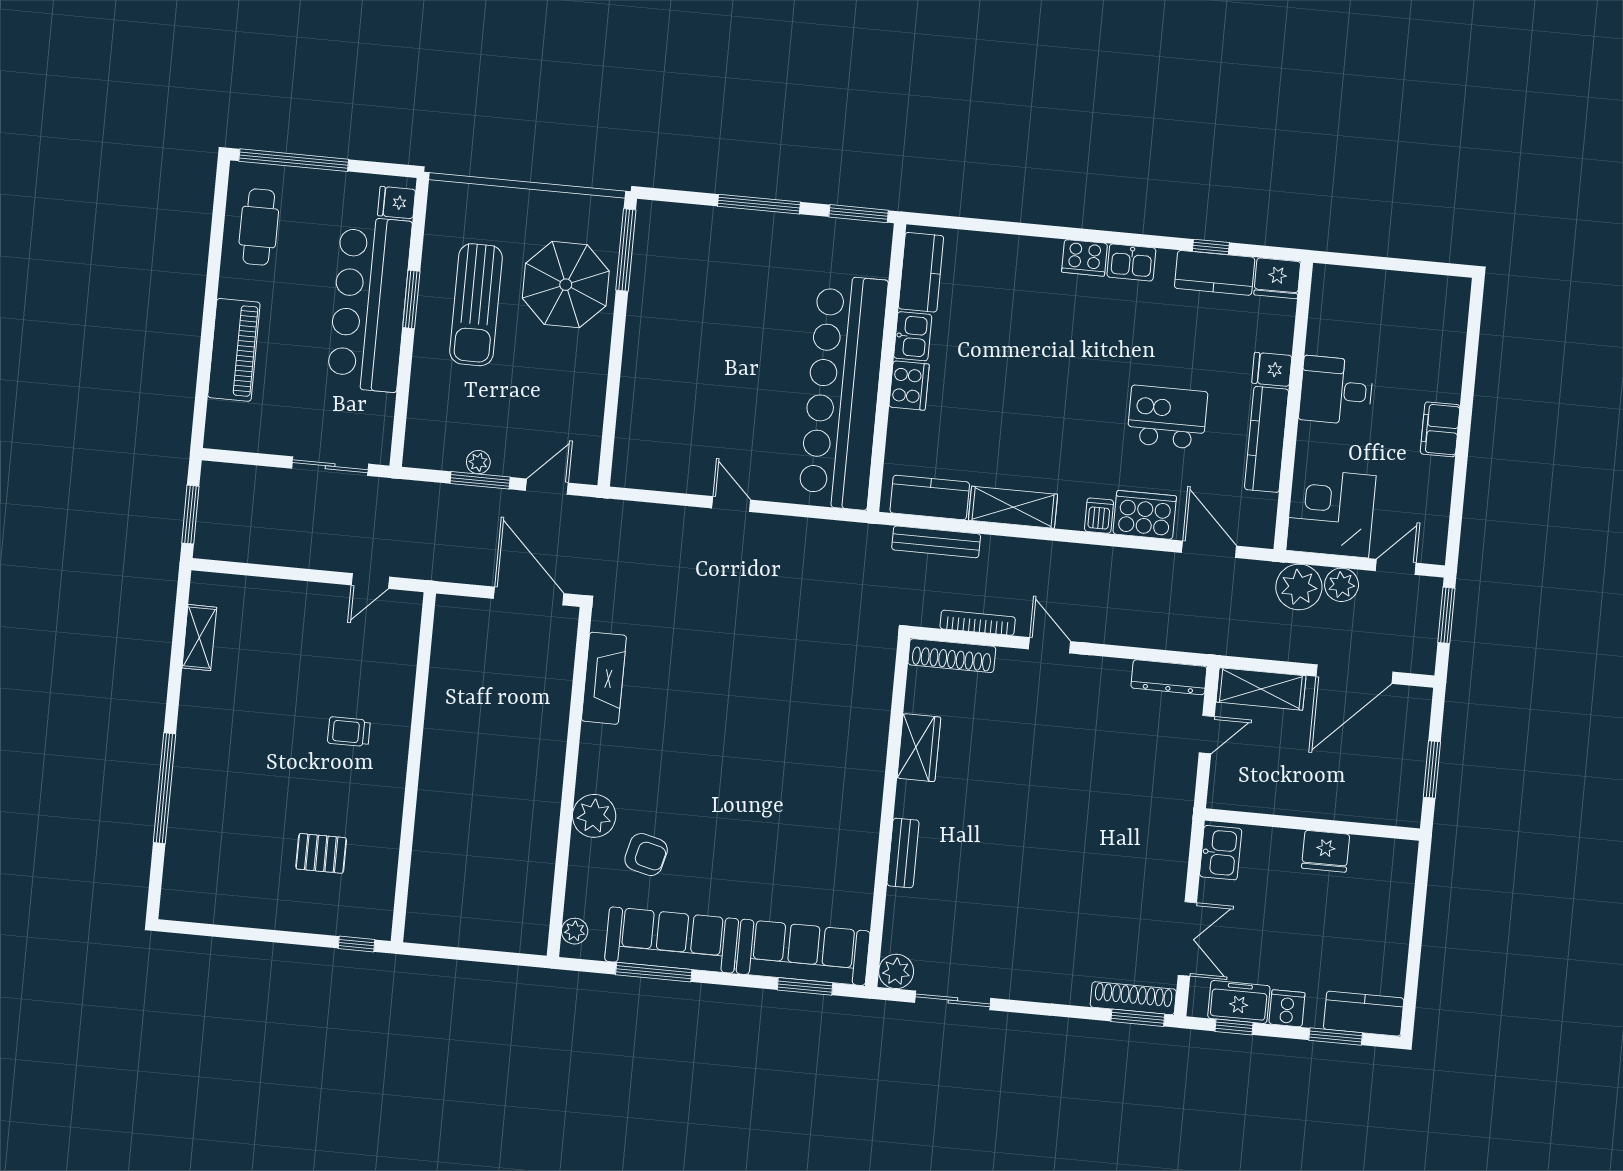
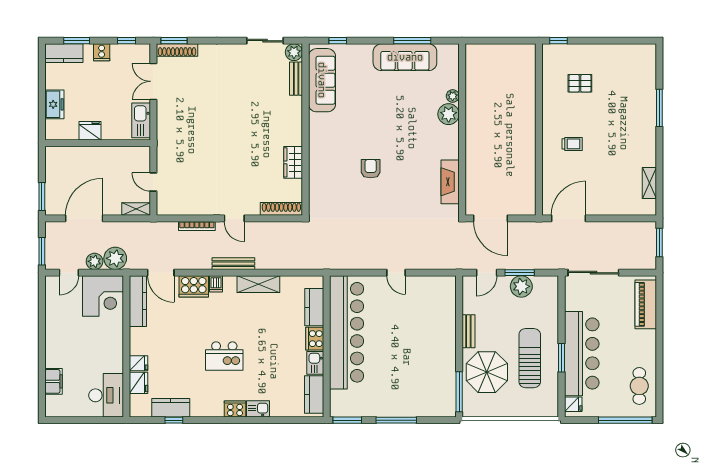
kitchen sink: (1131, 262) -> (258, 409), moved
fridge: (1277, 278) -> (139, 383), moved, turned 90
piano: (234, 350) -> (646, 304), moved
bench: (595, 371) -> (468, 331), added
desk: (1336, 390) -> (106, 395), moved, width x1.37
kitchen island: (1167, 417) -> (224, 356), moved
filing cabinet: (1440, 429) -> (54, 381), moved
kitchen counter: (1267, 439) -> (138, 301), moved
plant: (478, 462) -> (521, 286), width x1.88, depth x1.88
sliding door: (330, 466) -> (593, 273), width x1.37
kitchen counter: (930, 497) -> (314, 307), moved, turned 90
bench: (936, 542) -> (233, 264), moved
door: (370, 581) -> (568, 218), width x1.88
bookcase: (978, 623) -> (197, 226), moved
dresser: (1169, 677) -> (174, 208), removed
shelving: (1261, 689) -> (136, 209), width x0.67, depth x0.75
door: (1207, 735) -> (153, 182), hinge flipped
window: (1432, 769) -> (42, 197), moved
window: (164, 788) -> (659, 108), width x0.68
bench: (903, 853) -> (296, 79), moved
kitchen sink: (1221, 853) -> (141, 120), width x1.38
armchair: (646, 855) -> (371, 169), moved, turned 76
plant: (575, 931) -> (453, 96), moved
sofa: (803, 952) -> (322, 80), moved, turned -90
window: (805, 986) -> (338, 41), width x0.67
freezer: (1239, 1002) -> (54, 104), moved, turned -90

